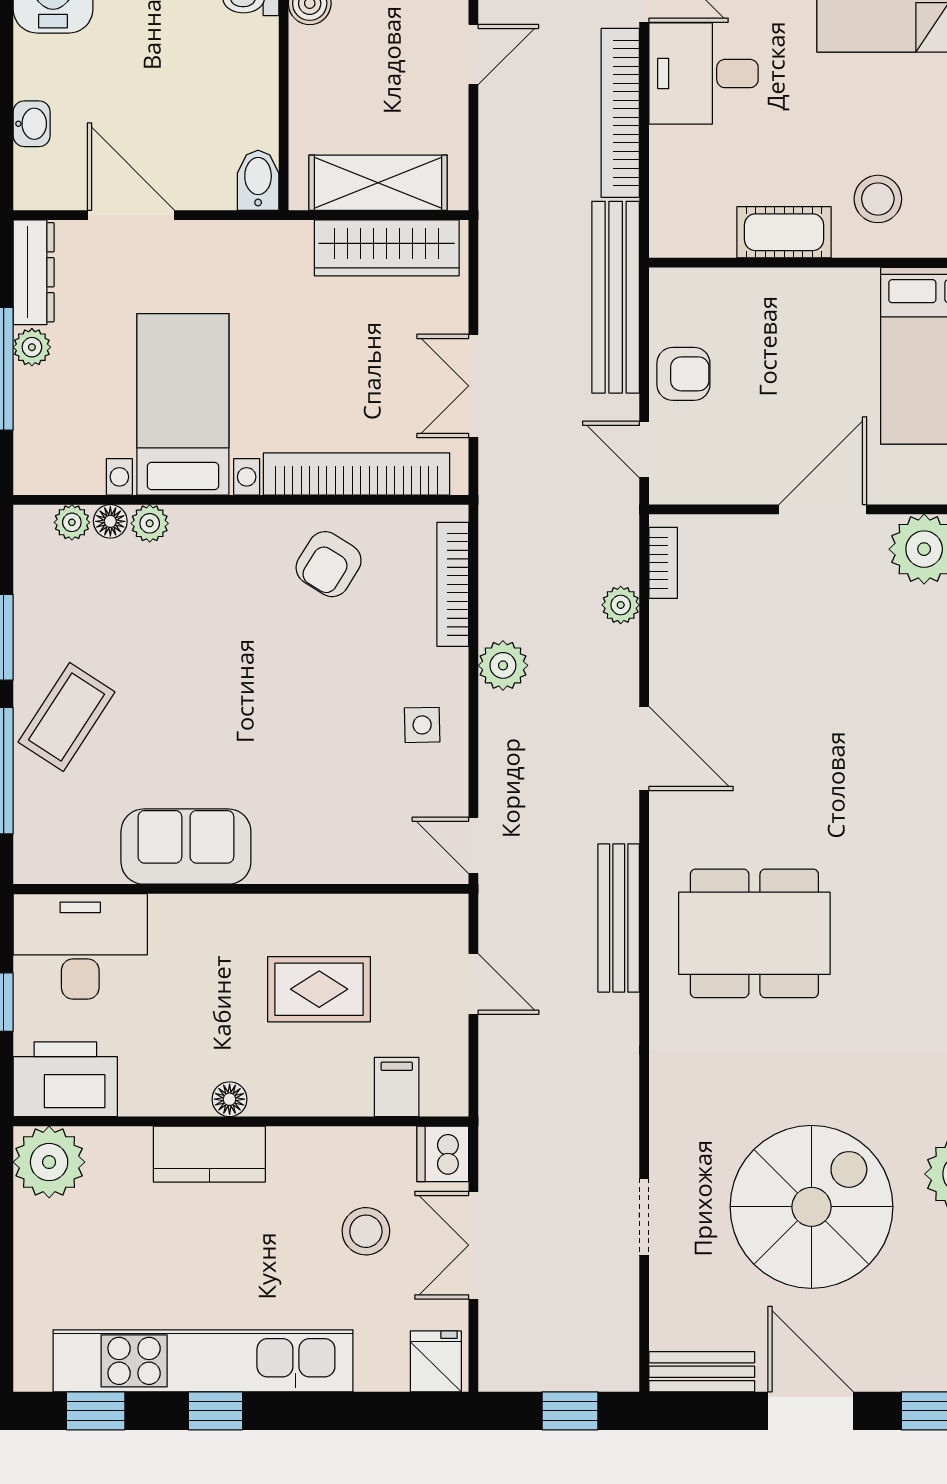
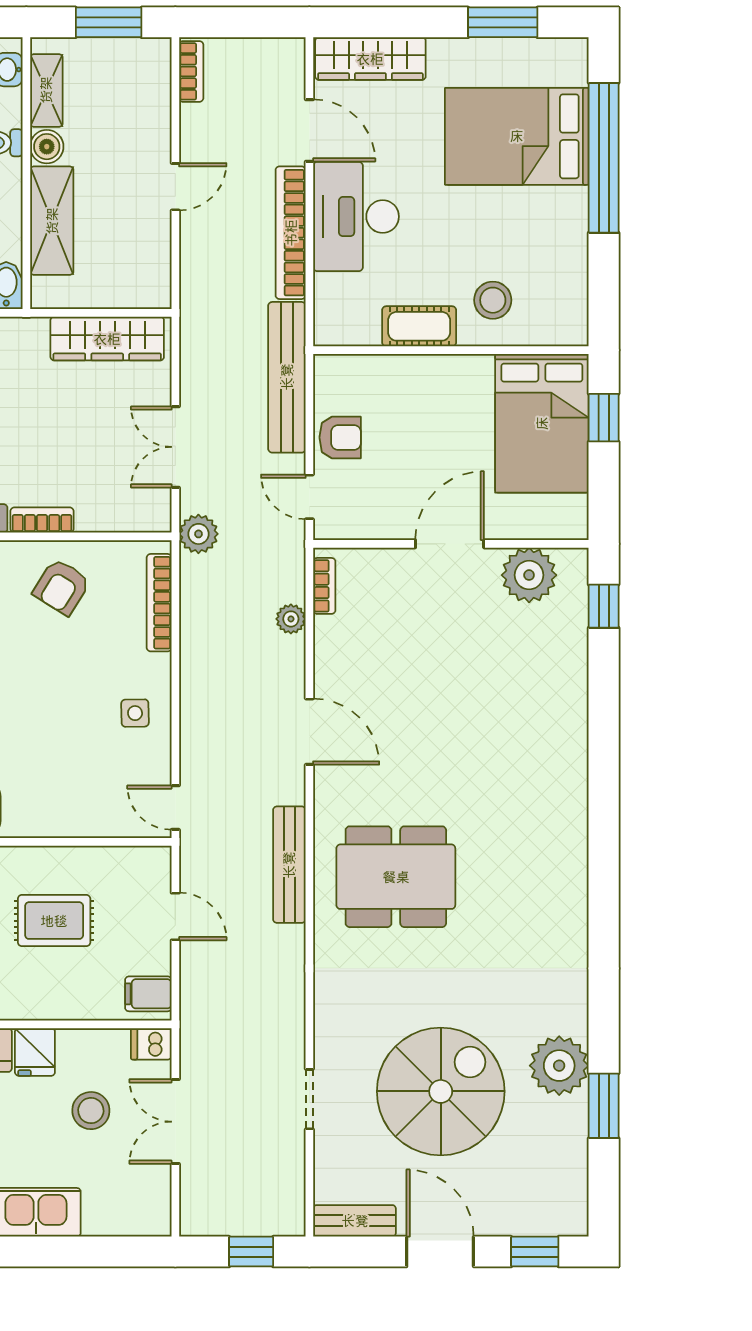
desk: (704, 74) -> (356, 217), width x1.37
shelving: (378, 183) -> (52, 221), moved, turned 90
bookcase: (357, 474) -> (42, 520), width x0.43, depth x0.76
plant: (503, 665) -> (198, 534), moved
filing cabinet: (397, 1087) -> (148, 994), moved, turned -90
dishwasher: (443, 1154) -> (151, 1044), width x0.73
fridge: (436, 1361) -> (35, 1052), moved, turned 180

